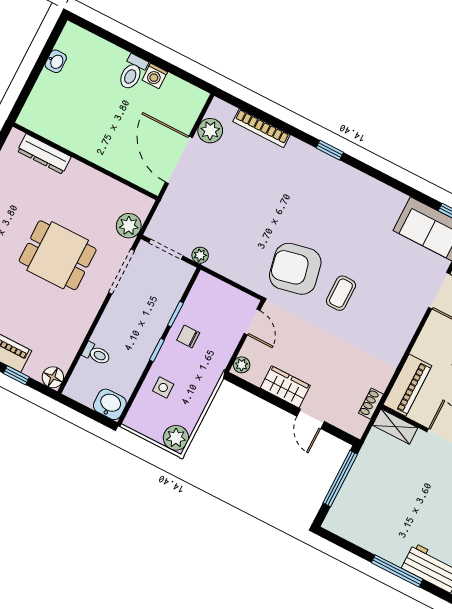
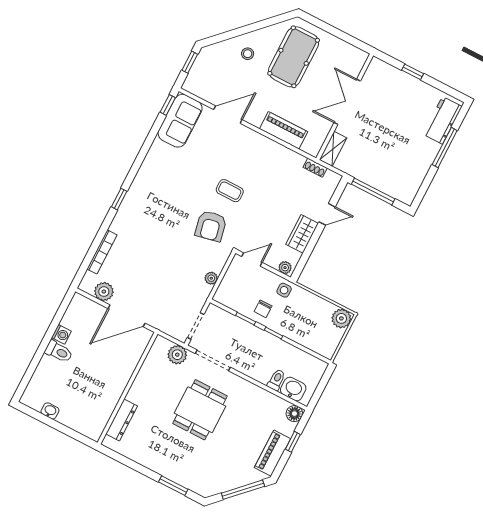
plant: (200, 255) -> (211, 278), moved
armchair: (295, 269) -> (211, 226), width x0.73, depth x0.73
piano: (407, 385) -> (284, 130), moved
side table: (163, 387) -> (284, 290), moved
washbasin: (110, 404) -> (293, 389), moved, turned 90

